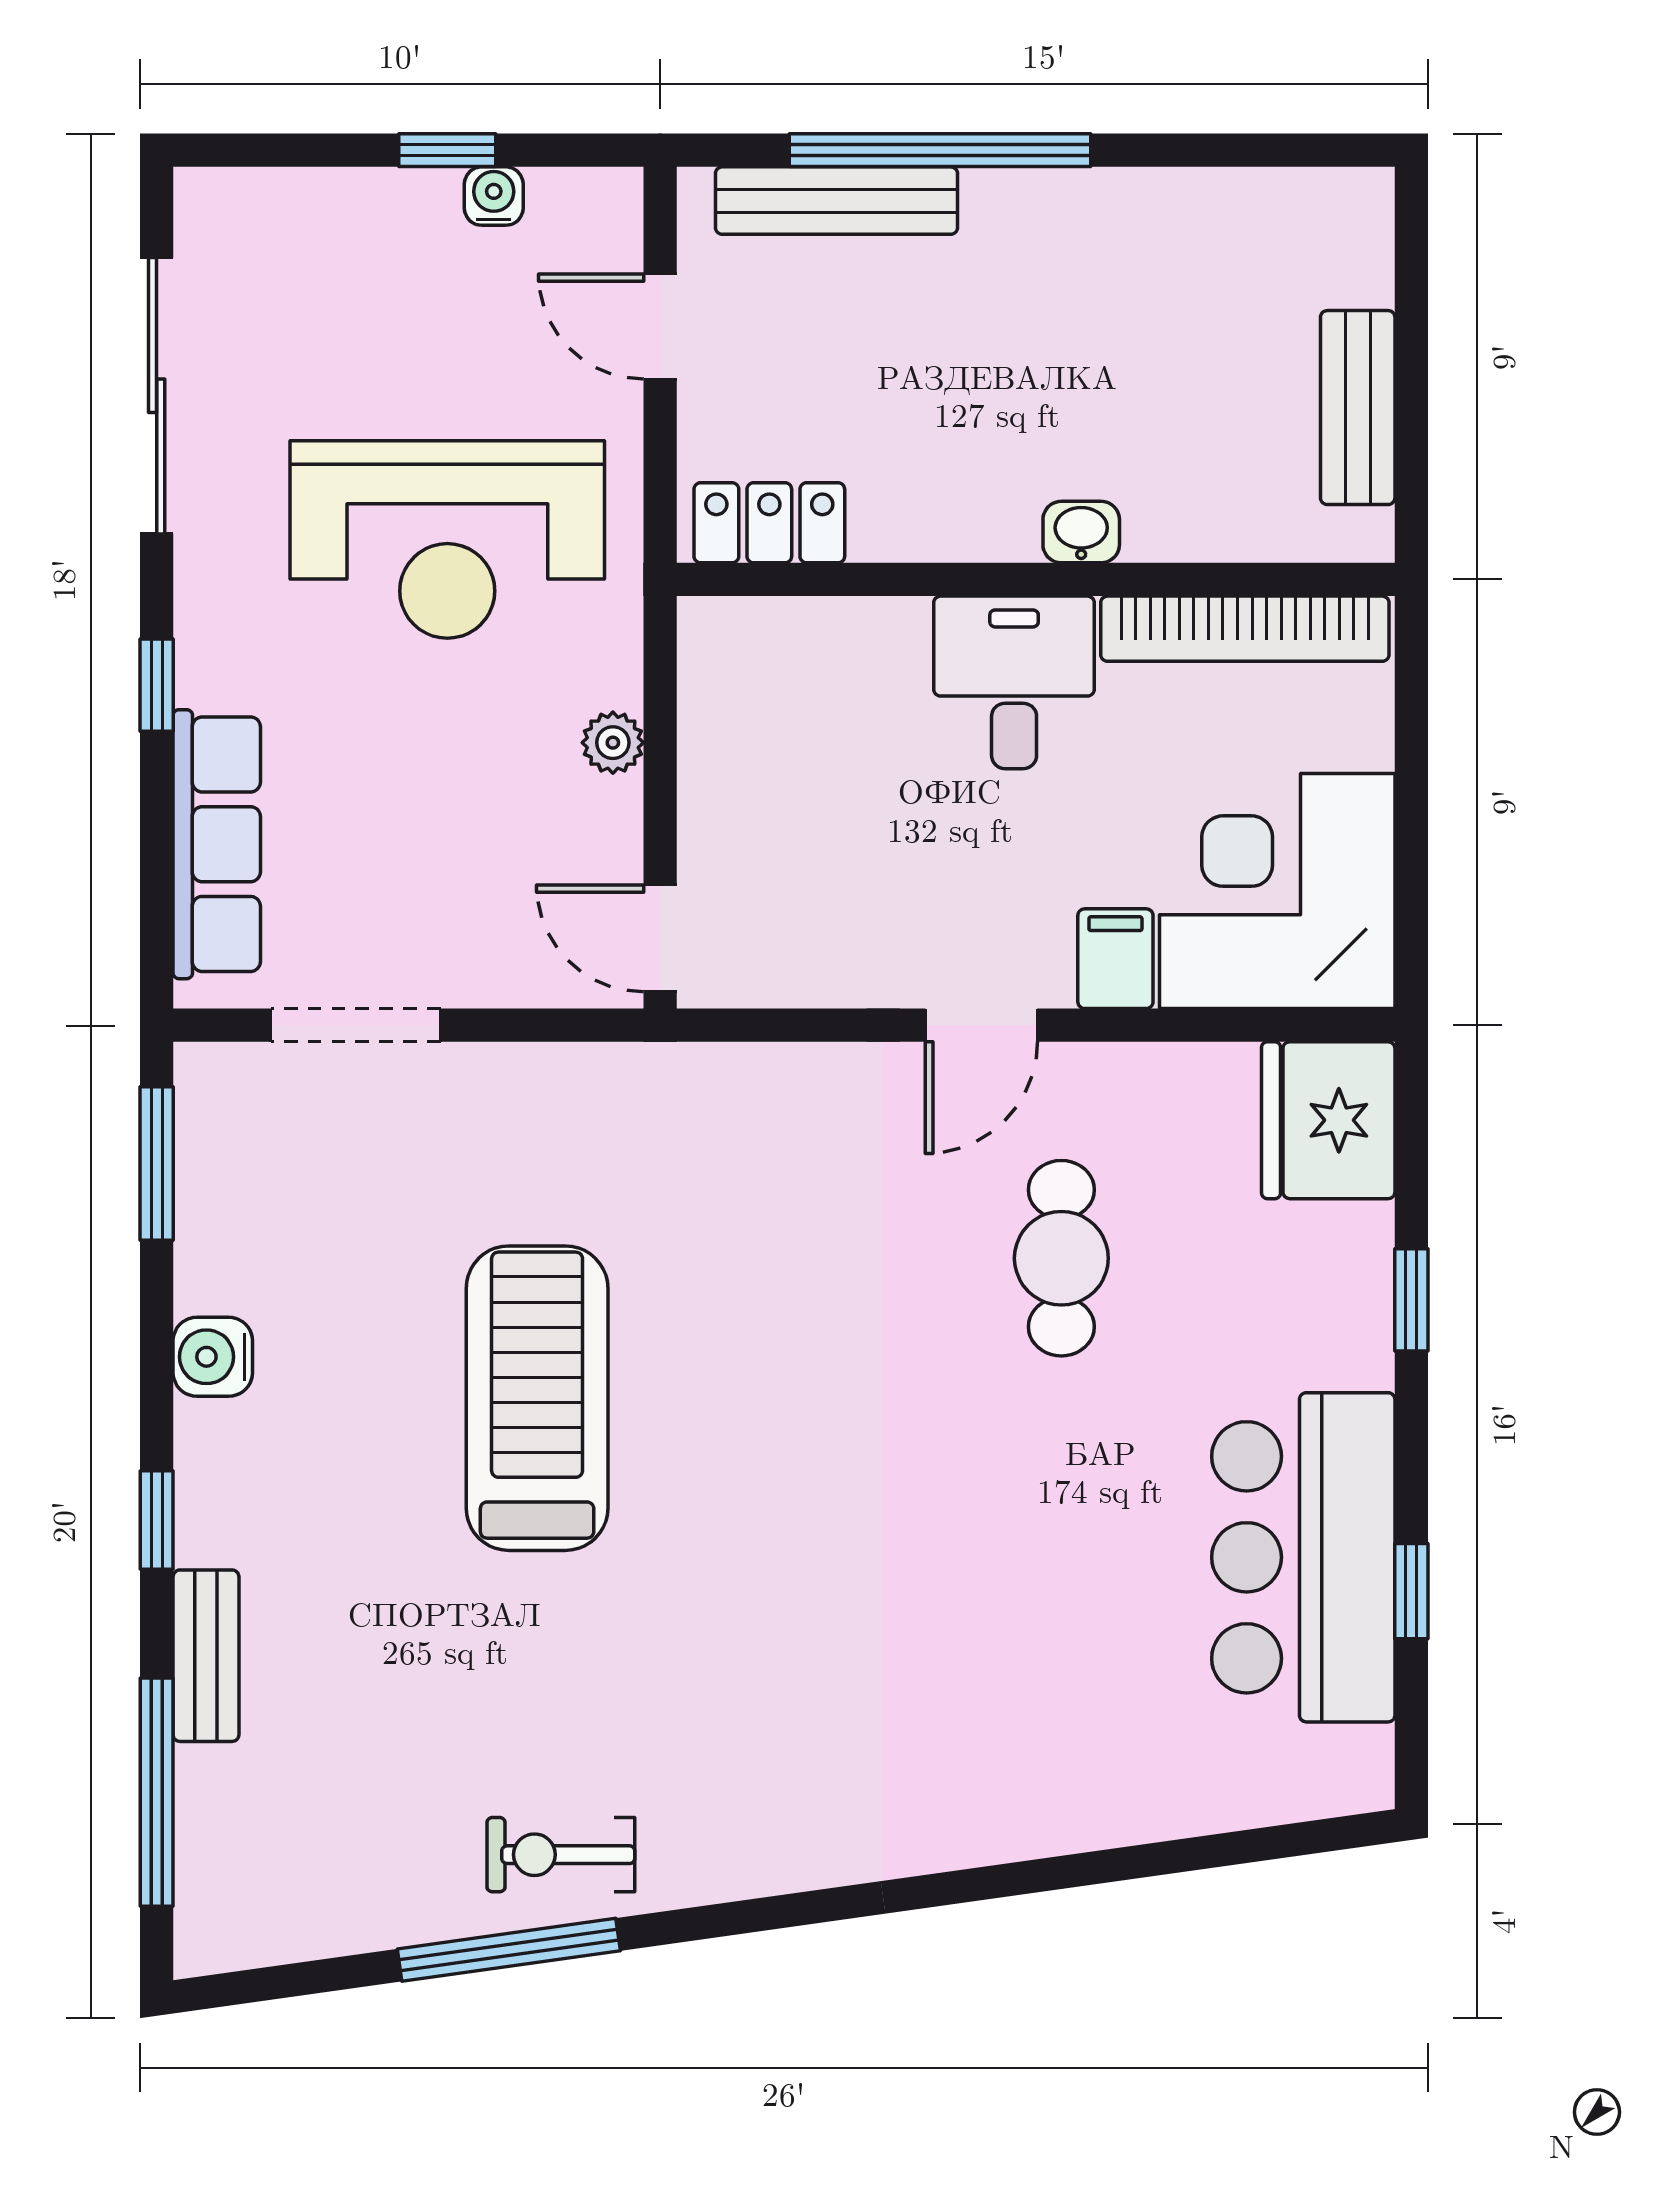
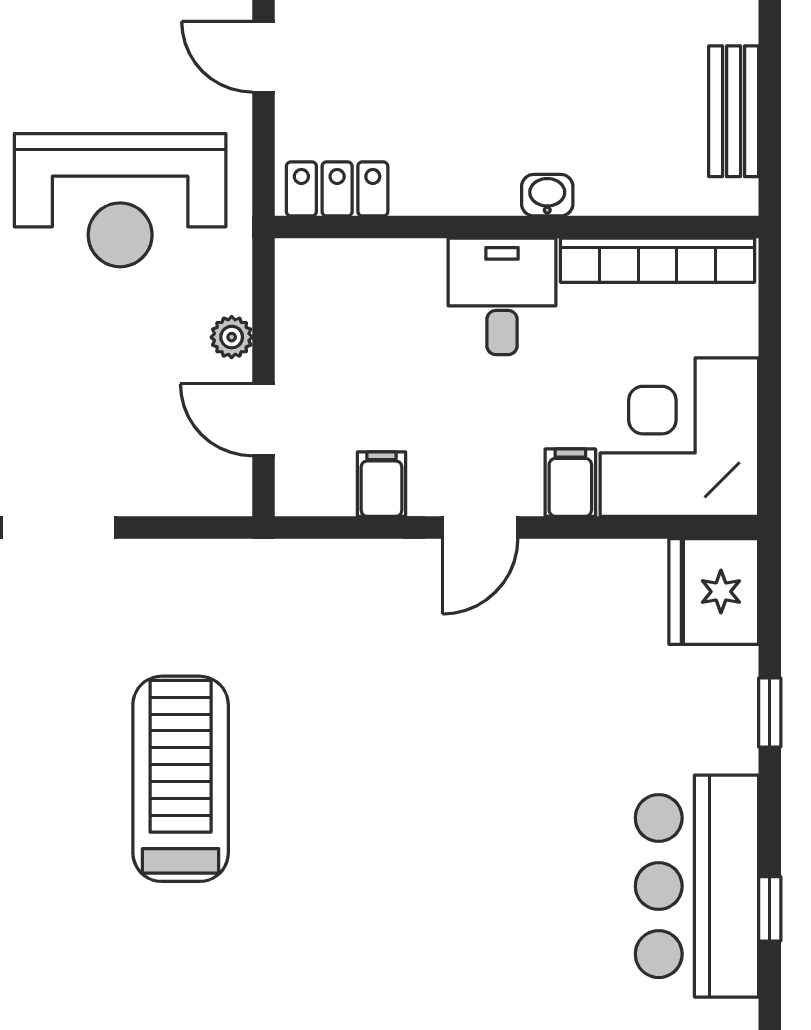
door: (660, 938) -> (264, 420), moved
filing cabinet: (835, 961) -> (382, 484), added
cafe table: (1061, 1258) -> (534, 684), removed

